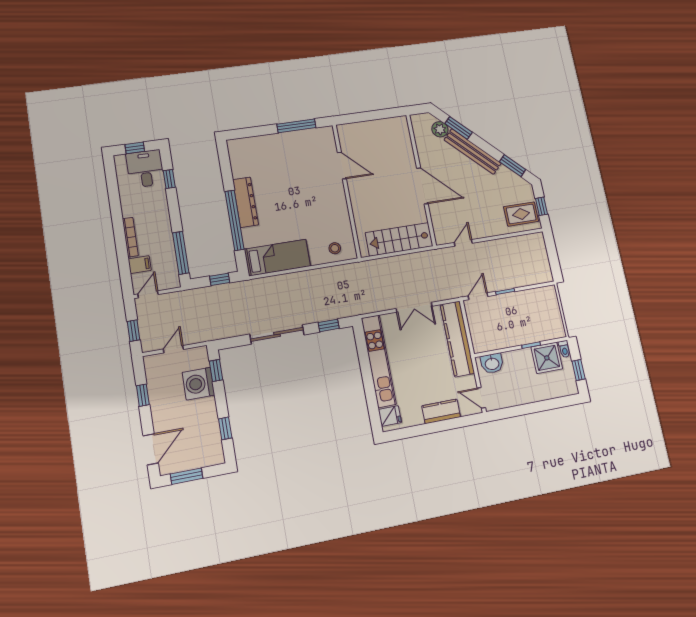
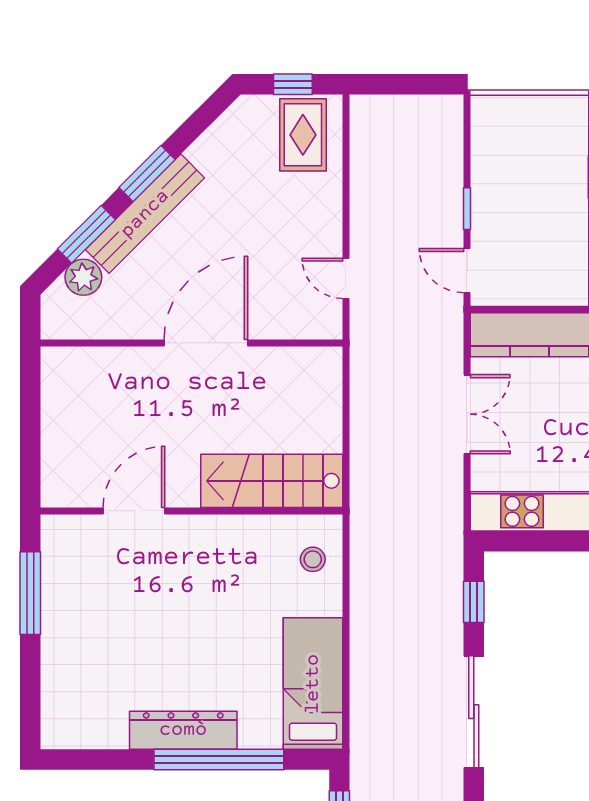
window: (512, 166) -> (147, 174), moved
stairs: (399, 239) -> (272, 481), moved, turned 90

